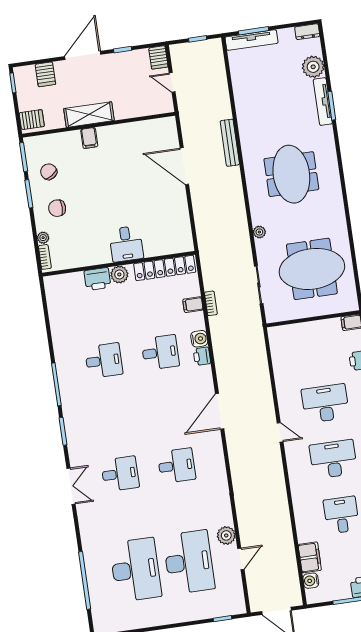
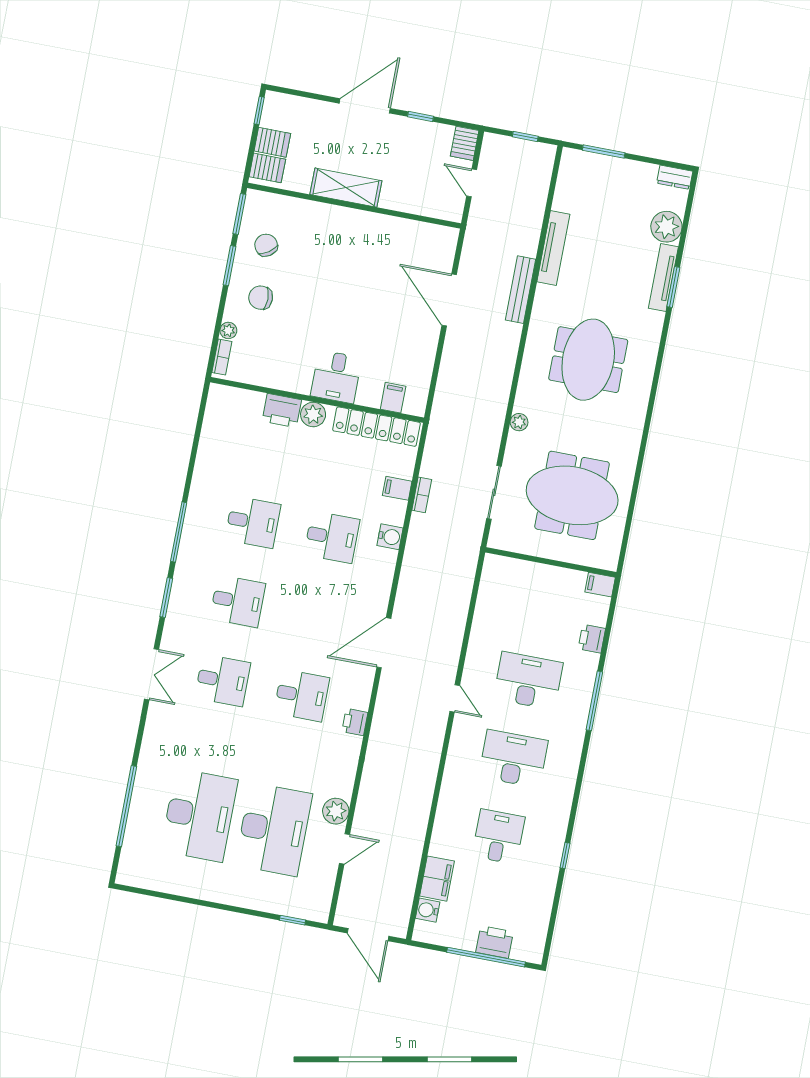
tv unit: (252, 40) -> (553, 248), moved, turned -90
server rack: (45, 74) -> (272, 142), moved, turned -90
filing cabinet: (89, 138) -> (393, 398), moved, turned 180
printer: (202, 356) -> (355, 722), moved
desk: (112, 417) -> (238, 601), added

